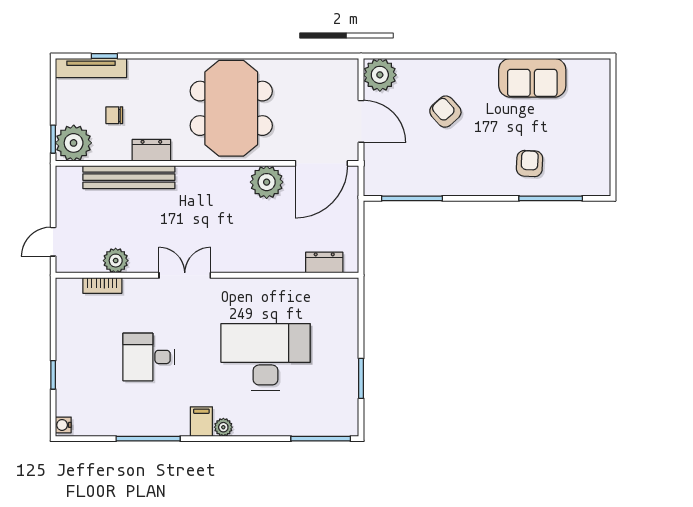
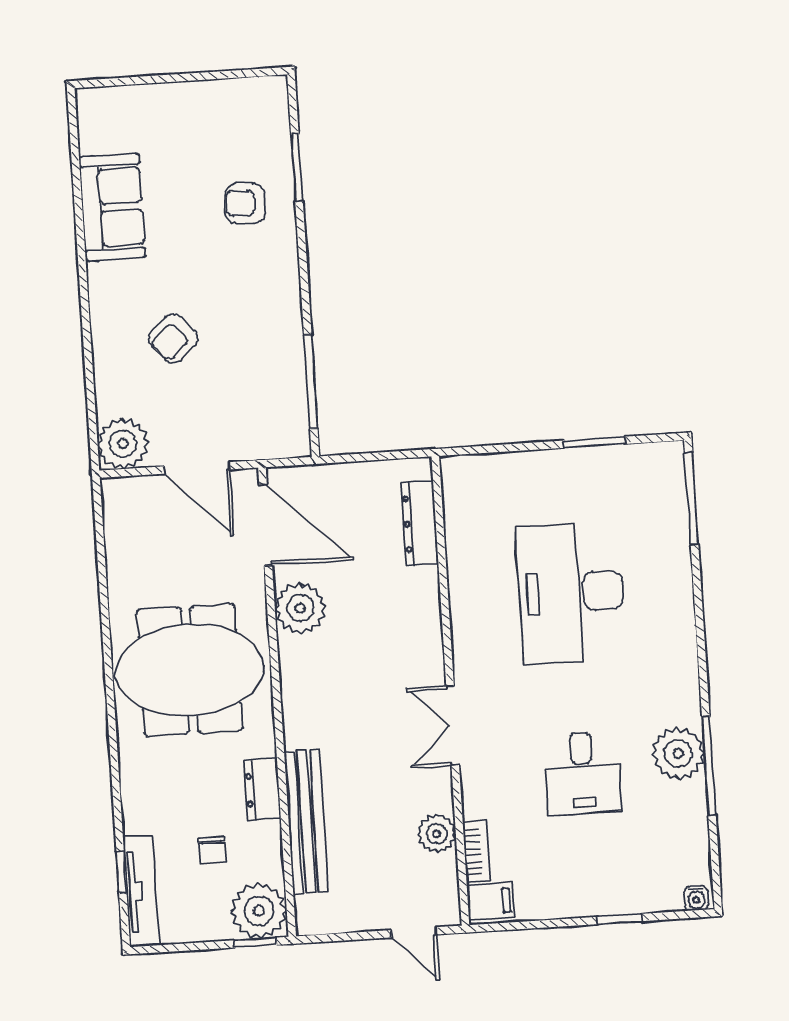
door: (361, 121) -> (197, 468), swing flipped
window: (551, 198) -> (297, 167), width x0.69
dresser: (324, 263) -> (420, 523), width x1.44
filing cabinet: (201, 422) -> (490, 901), moved, turned 180
plant: (223, 427) -> (678, 753), moved, width x1.87, depth x1.87

